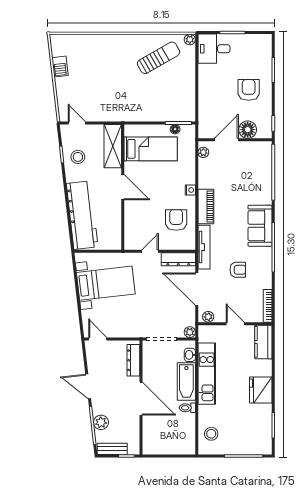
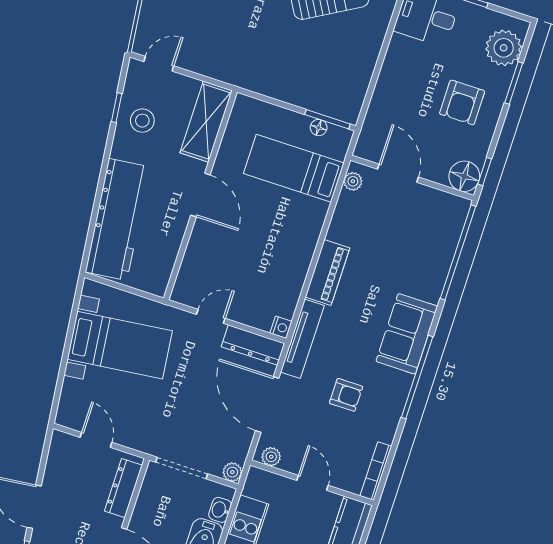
plant: (261, 53) -> (504, 48), added
armchair: (249, 90) -> (462, 102), turned 180
door: (77, 123) -> (159, 64), hinge flipped
floor lamp: (248, 130) -> (464, 176), moved
door: (226, 140) -> (398, 173), hinge flipped
bed: (151, 149) -> (294, 168), moved, turned 180
nightstand: (190, 190) -> (281, 327), moved
armchair: (176, 220) -> (271, 279), removed
door: (98, 339) -> (96, 440), moved

